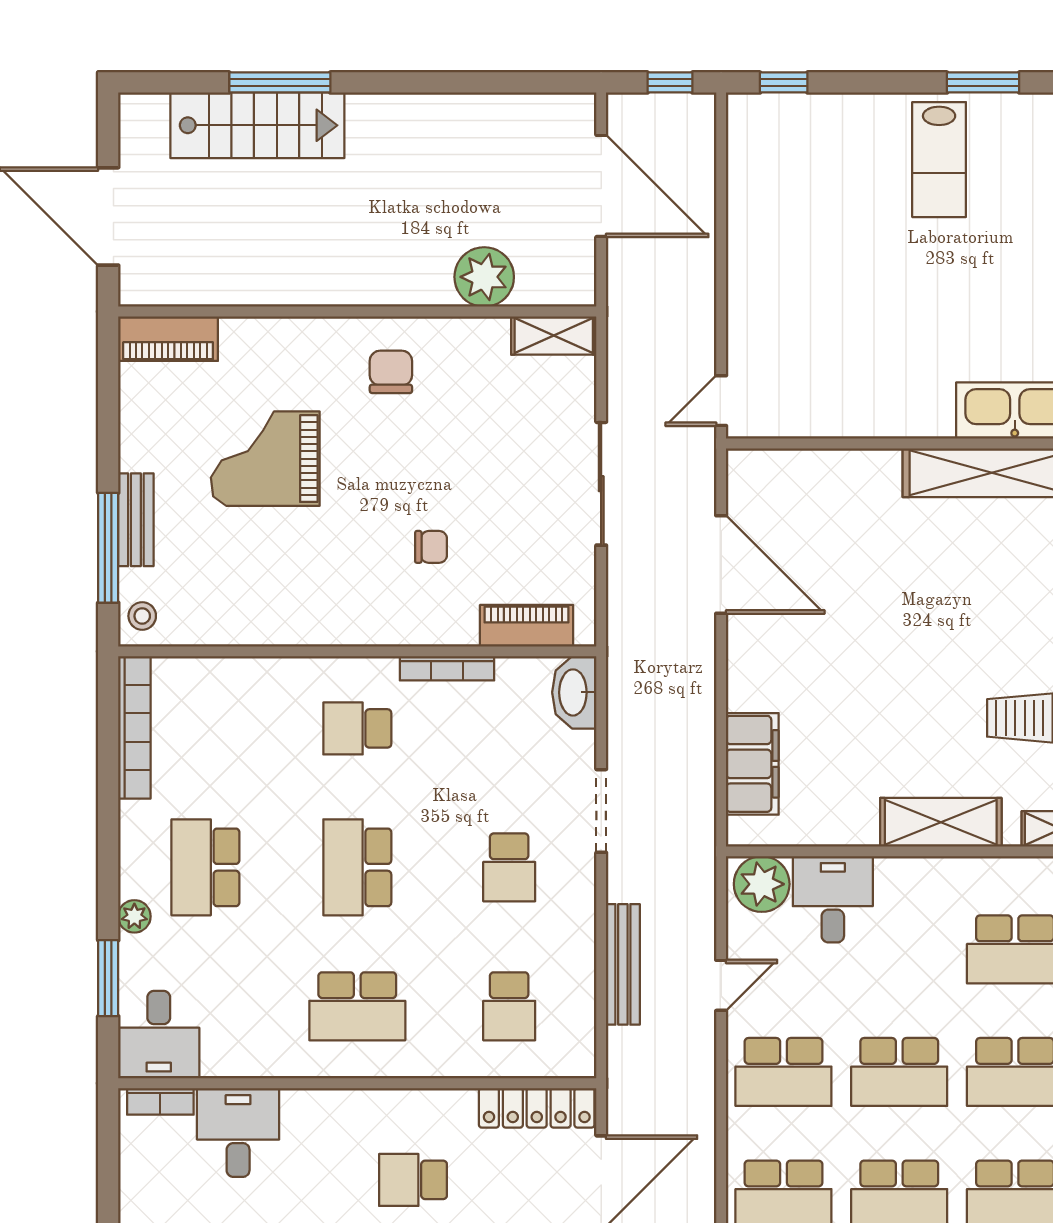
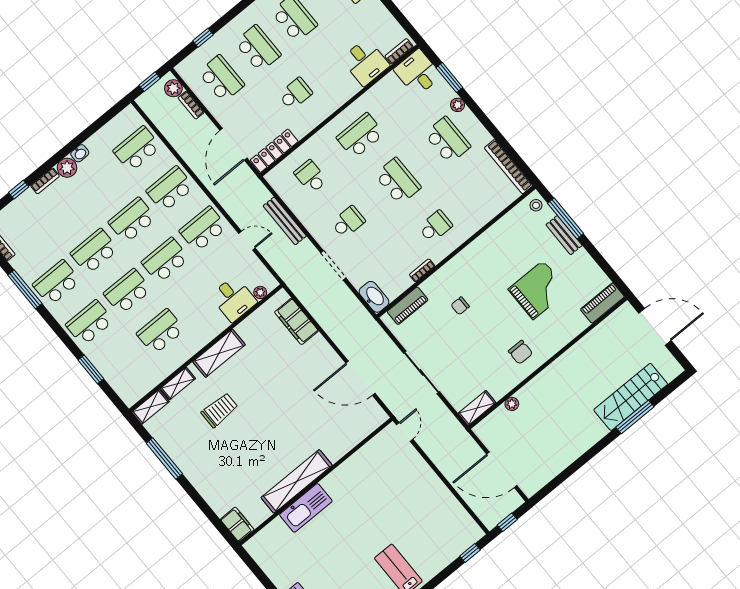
plant: (484, 277) -> (512, 404), width x0.53, depth x0.53
bookcase: (447, 668) -> (422, 270), width x0.64
school desk: (509, 867) -> (348, 222), turned 90
plant: (762, 884) -> (260, 292), width x0.53, depth x0.53
door: (721, 985) -> (247, 241), swing flipped

